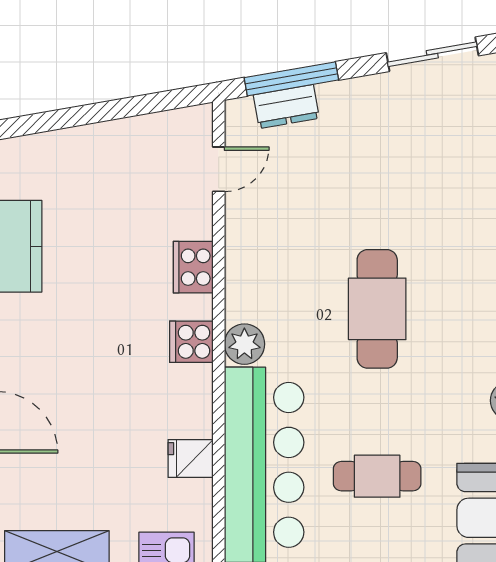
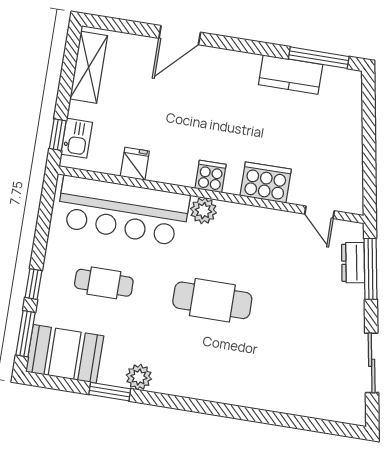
cooker: (193, 267) -> (266, 182), width x1.37, depth x1.31
cafe table: (377, 476) -> (104, 283), turned 90

